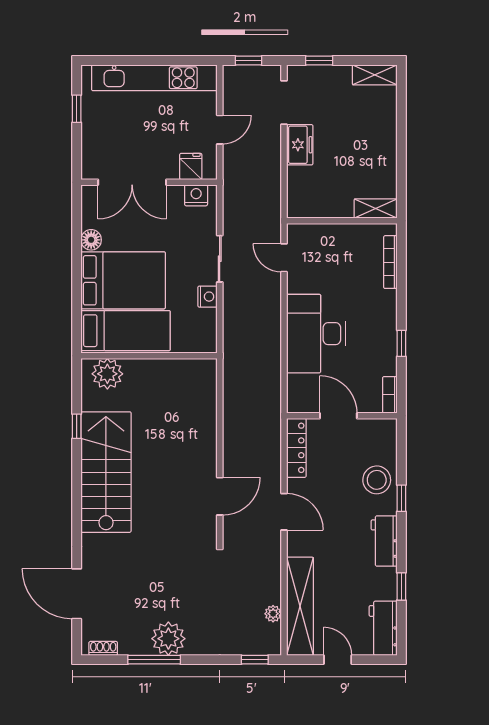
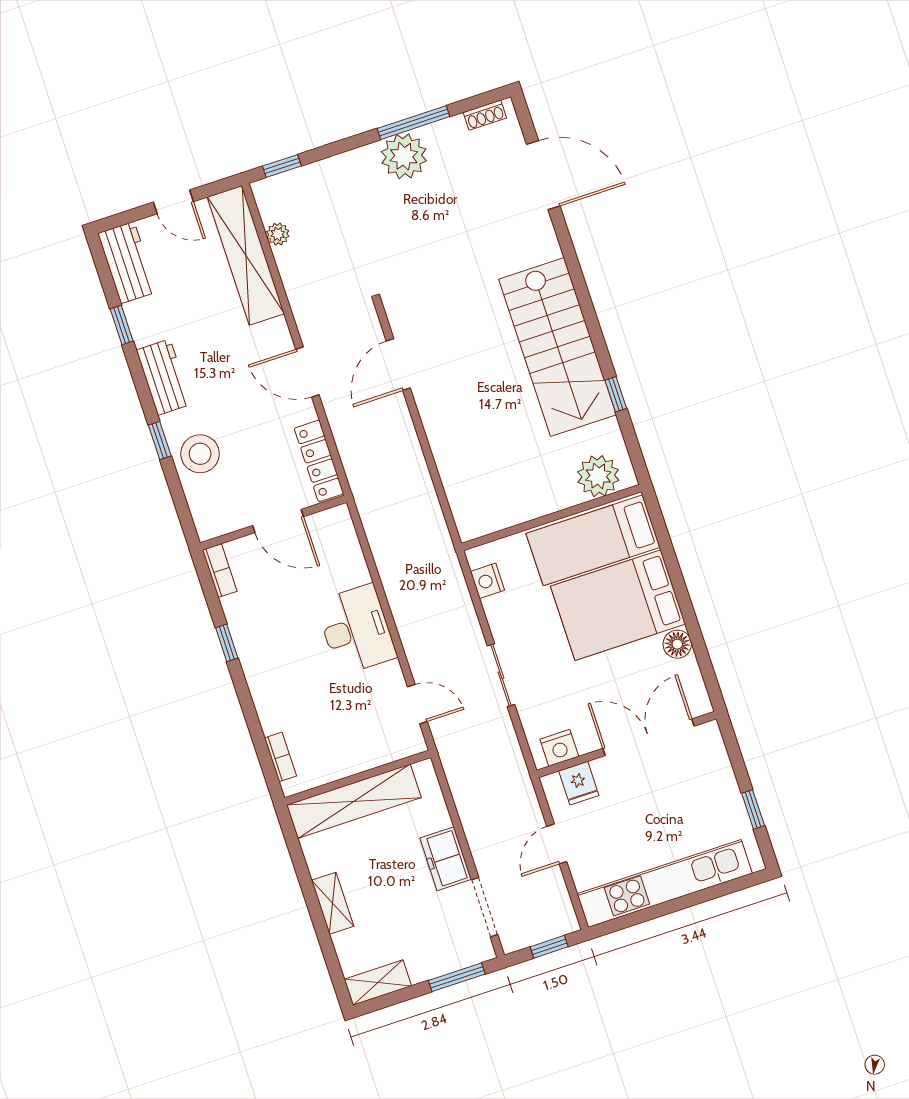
window: (319, 60) -> (457, 977), width x1.50
shelving: (388, 140) -> (333, 903), added
shelving: (376, 209) -> (354, 801), width x2.20, depth x1.33
bookcase: (390, 262) -> (280, 757), width x0.64
nightstand: (208, 297) -> (488, 581), moved
desk: (316, 334) -> (356, 630), width x0.73, depth x0.77

